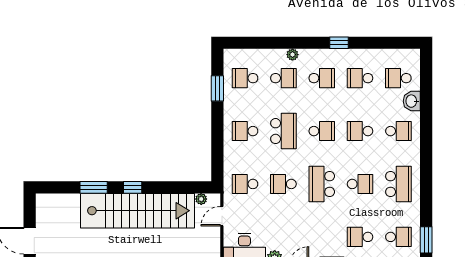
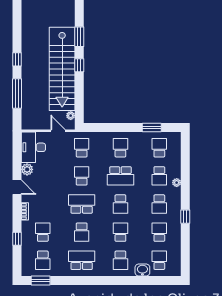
school desk: (398, 184) -> (82, 260), turned 180

